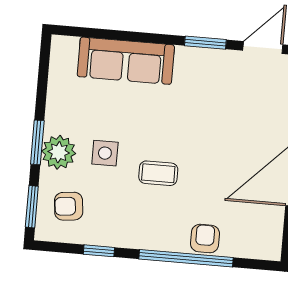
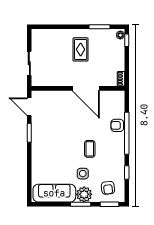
sofa: (126, 61) -> (54, 193), moved, turned -90

